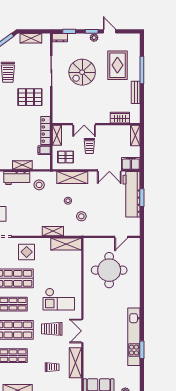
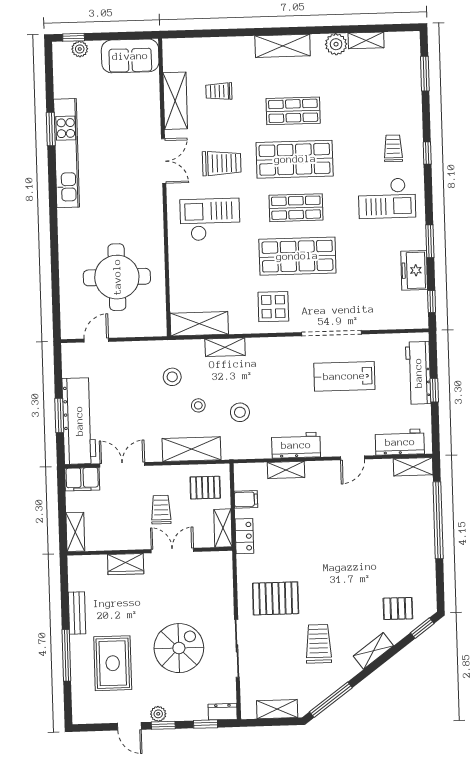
wardrobe: (120, 118) -> (126, 564), moved
locker: (46, 131) -> (244, 536), width x0.66
stool: (39, 185) -> (240, 412), moved

